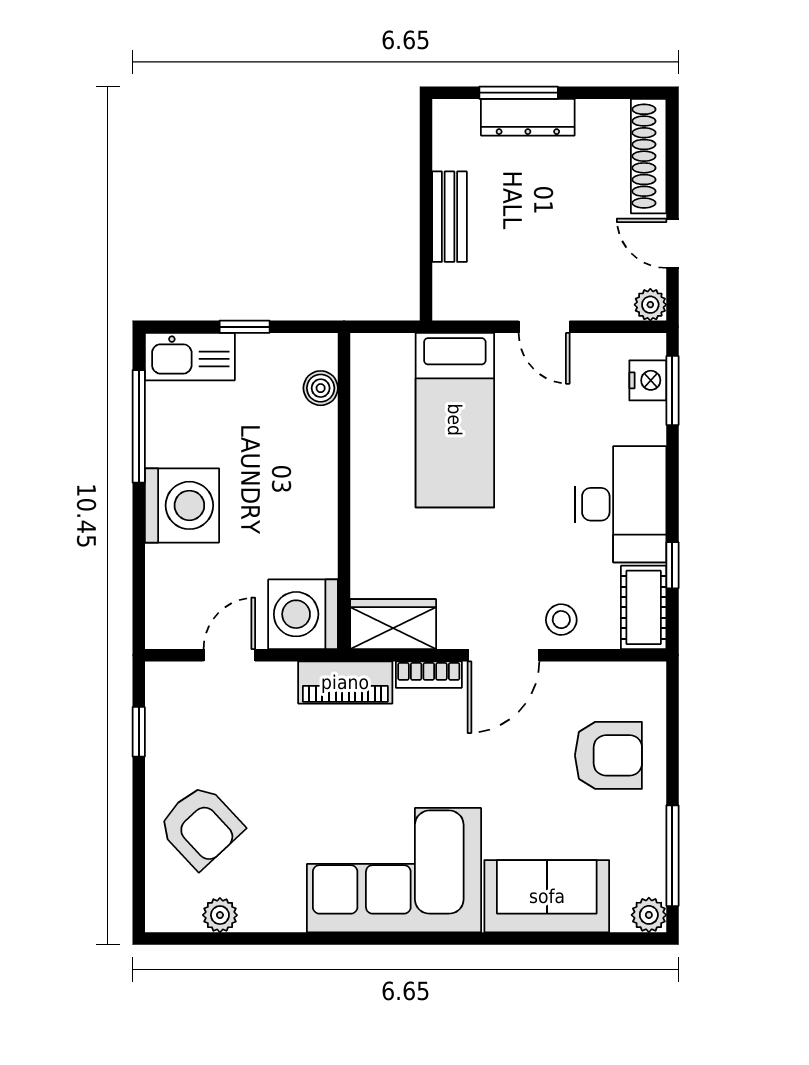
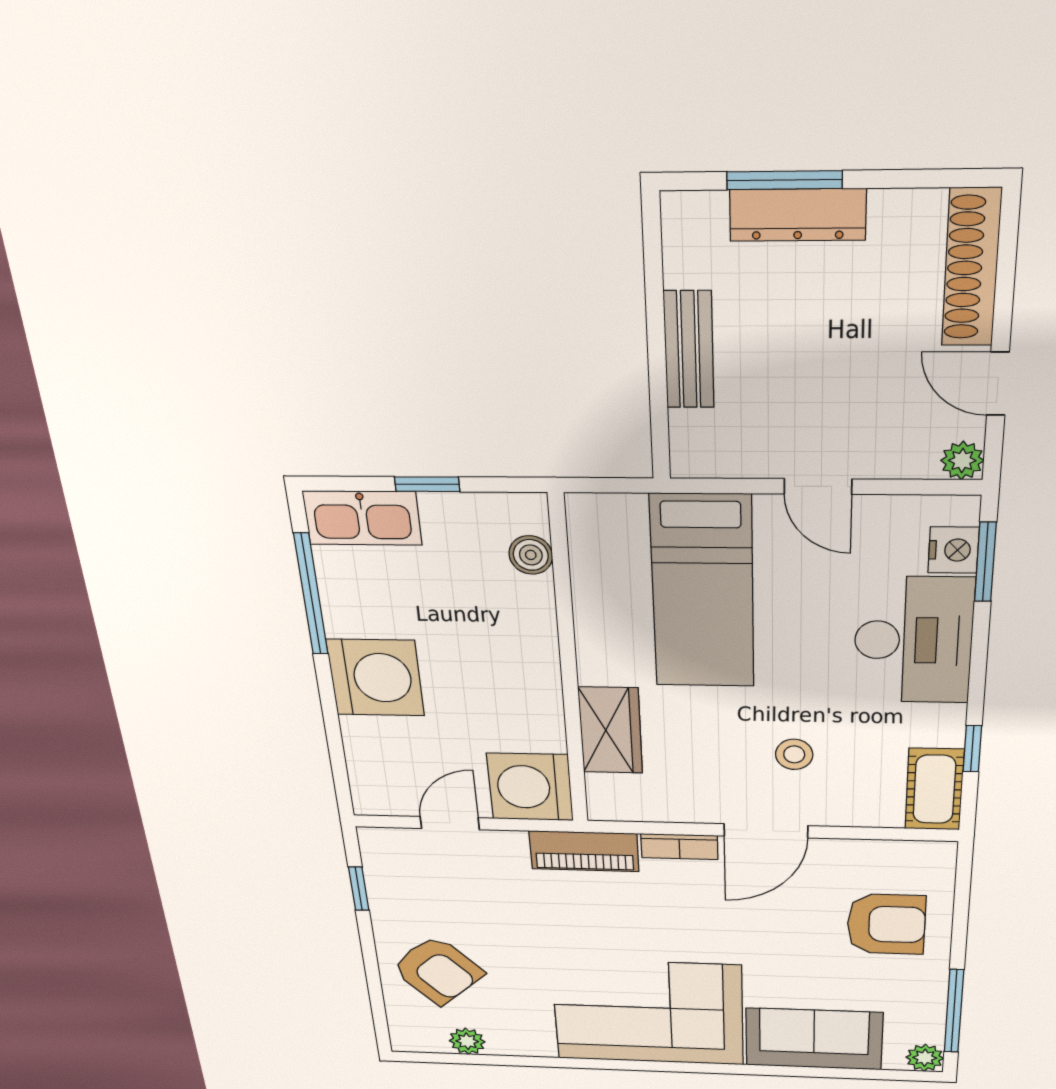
desk: (621, 504) -> (913, 640), moved
stool: (561, 620) -> (794, 754), moved
wardrobe: (393, 624) -> (610, 730), moved, turned 90

